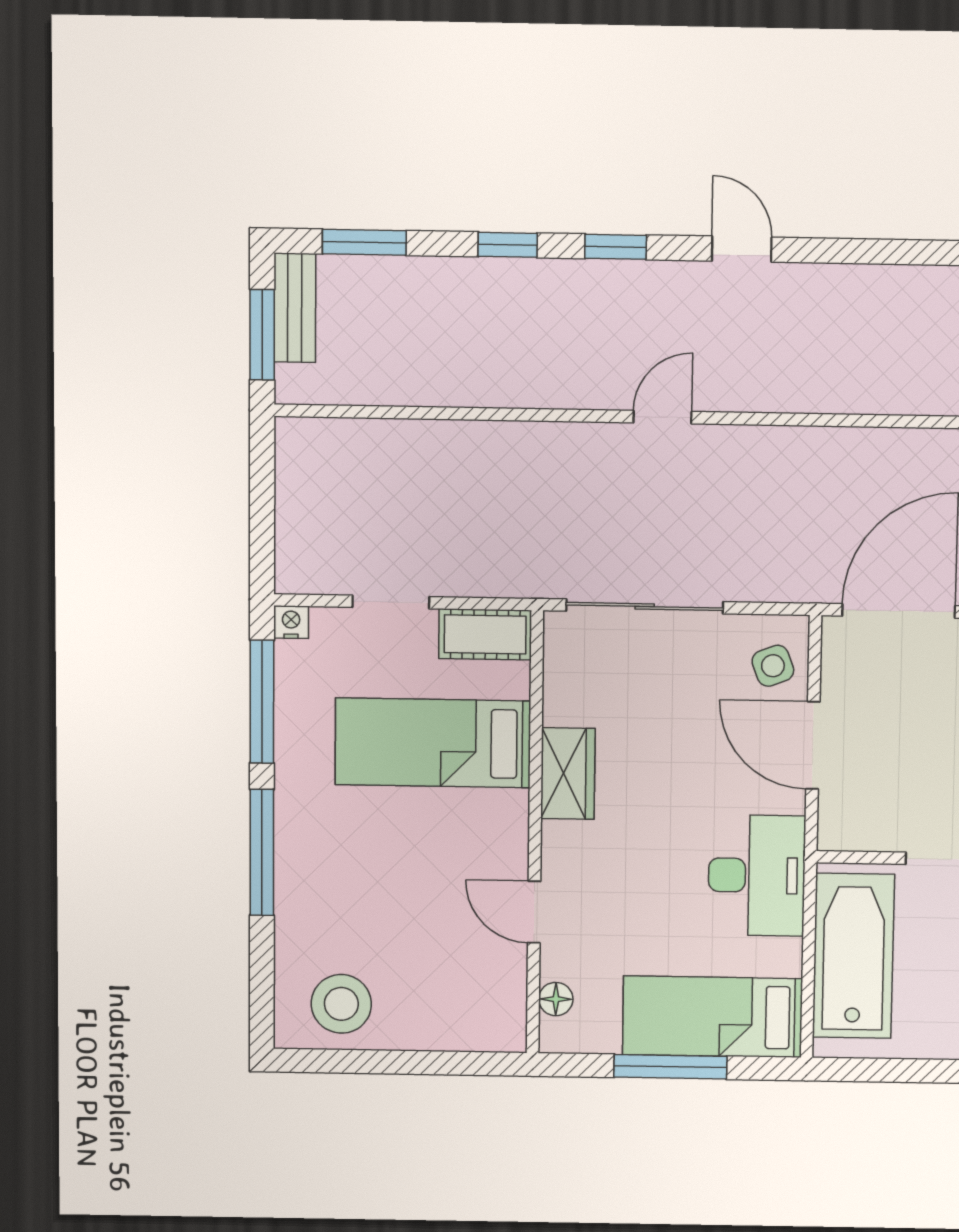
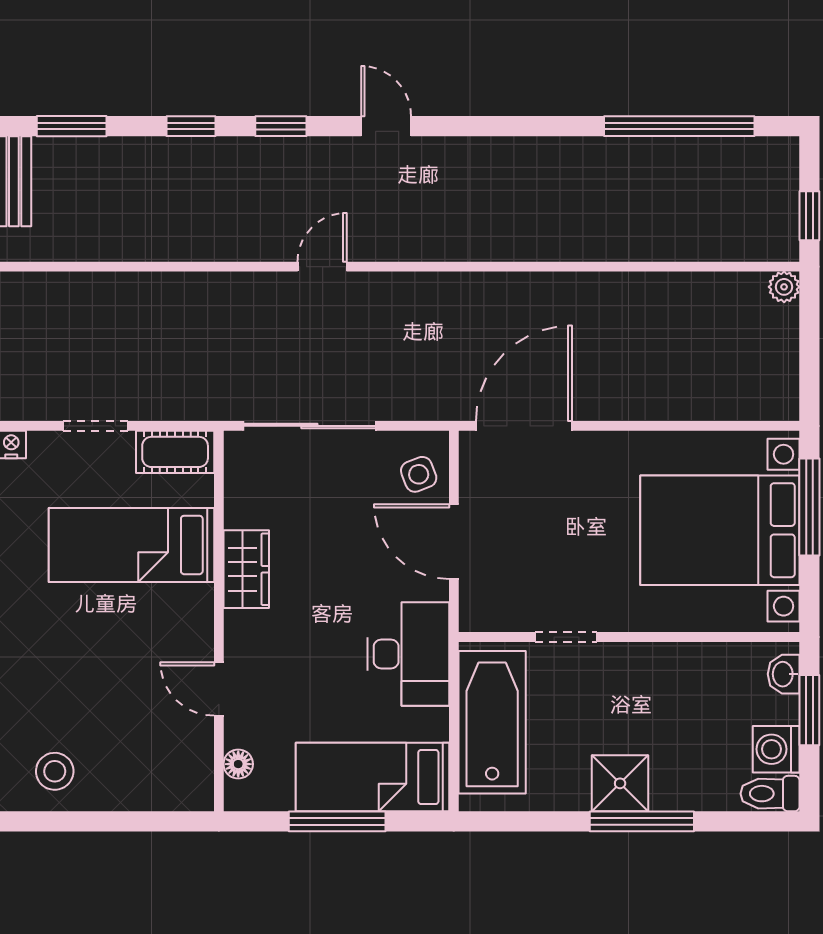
stool: (341, 1004) -> (55, 771), width x0.73, depth x0.73

